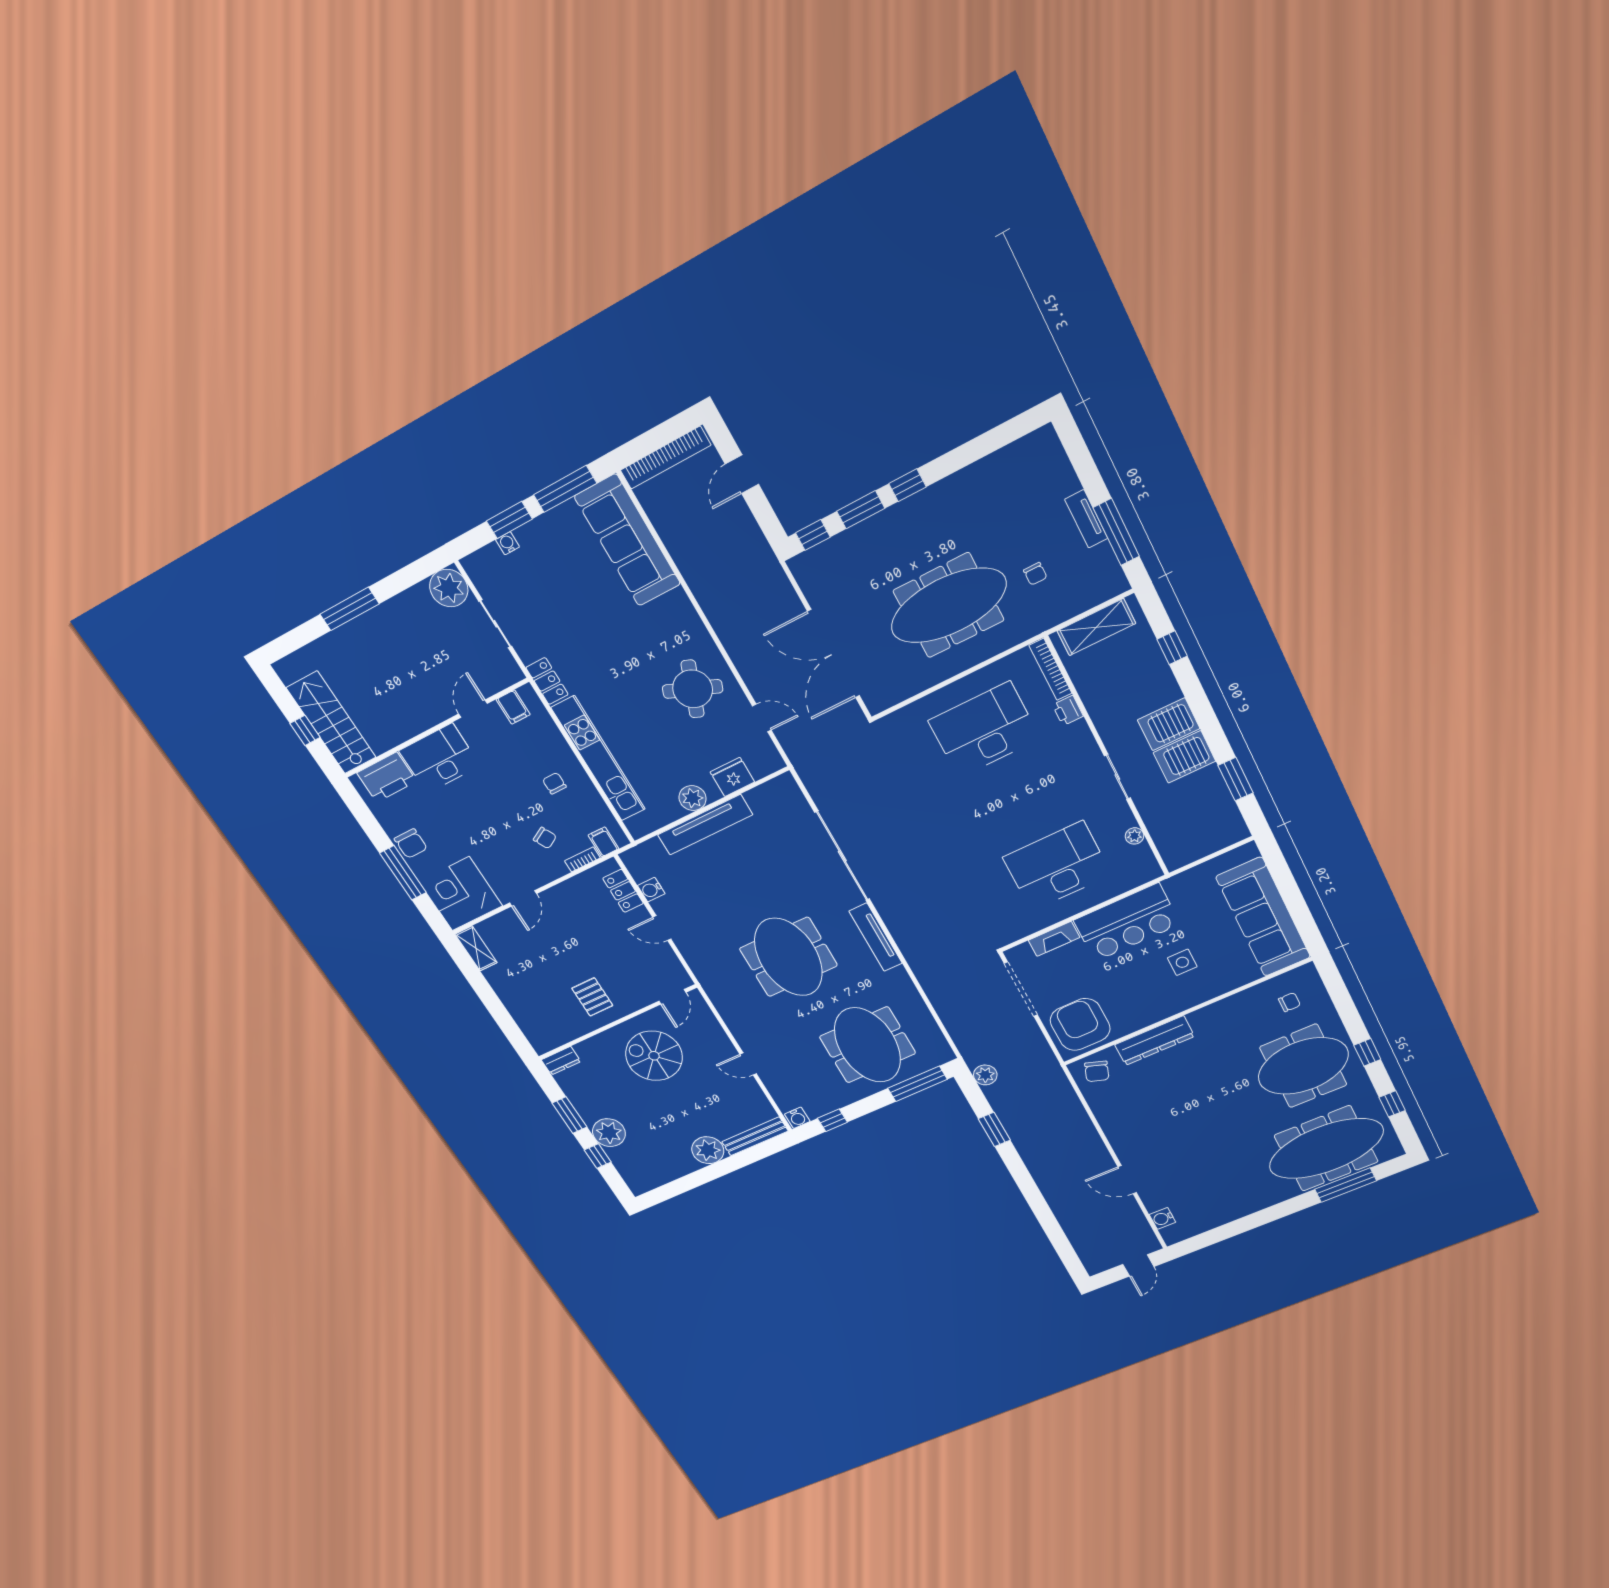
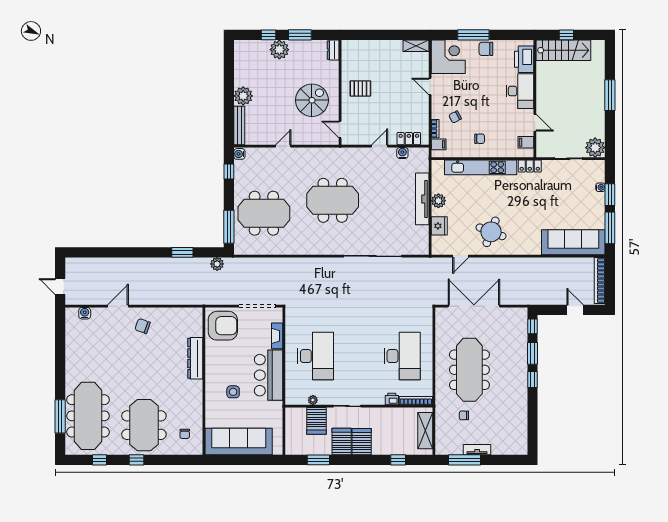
server rack: (1168, 814) -> (317, 421), added
tv unit: (876, 937) -> (322, 249), removed
chair: (1097, 1071) -> (143, 326), moved

